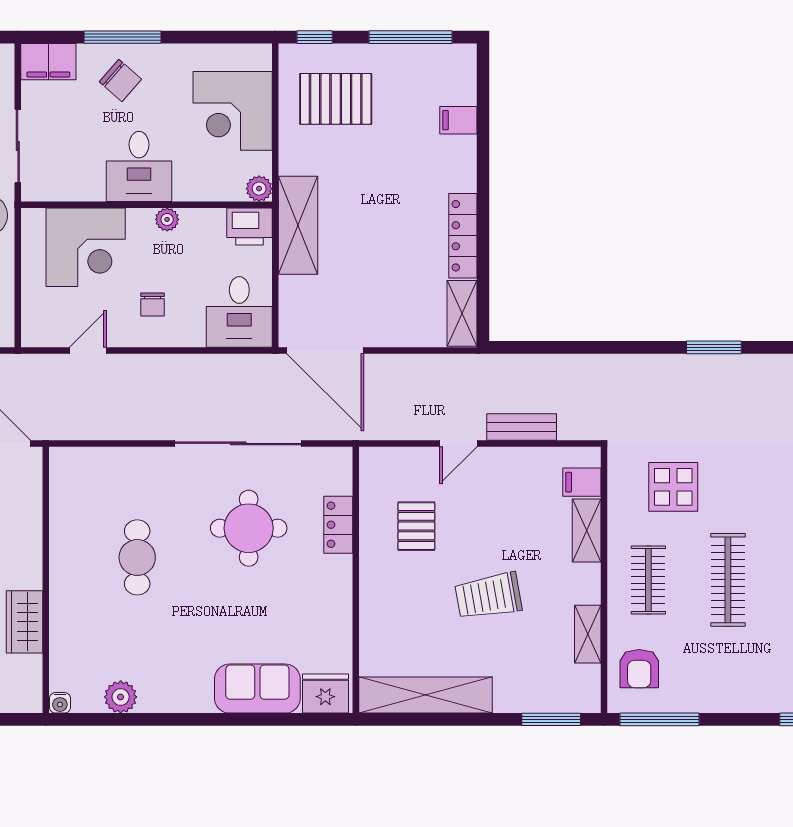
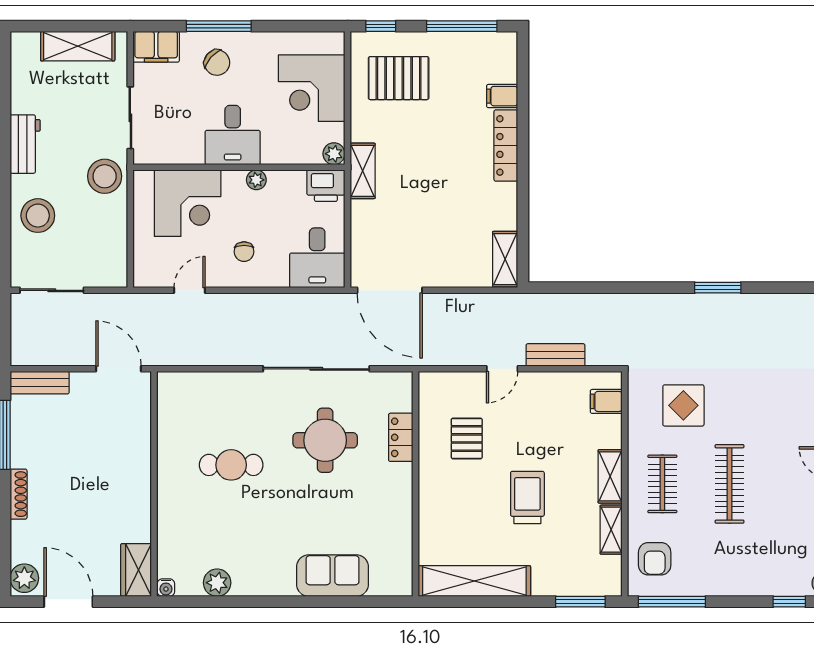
shelving: (298, 225) -> (363, 171), width x0.67, depth x0.75
locker: (463, 236) -> (506, 145), moved
shelving: (587, 531) -> (610, 476), moved
cafe table: (137, 557) -> (231, 465), turned 90
trolley: (488, 596) -> (527, 498), turned 100
wardrobe: (24, 622) -> (136, 570), moved
fridge: (325, 694) -> (390, 580), removed

